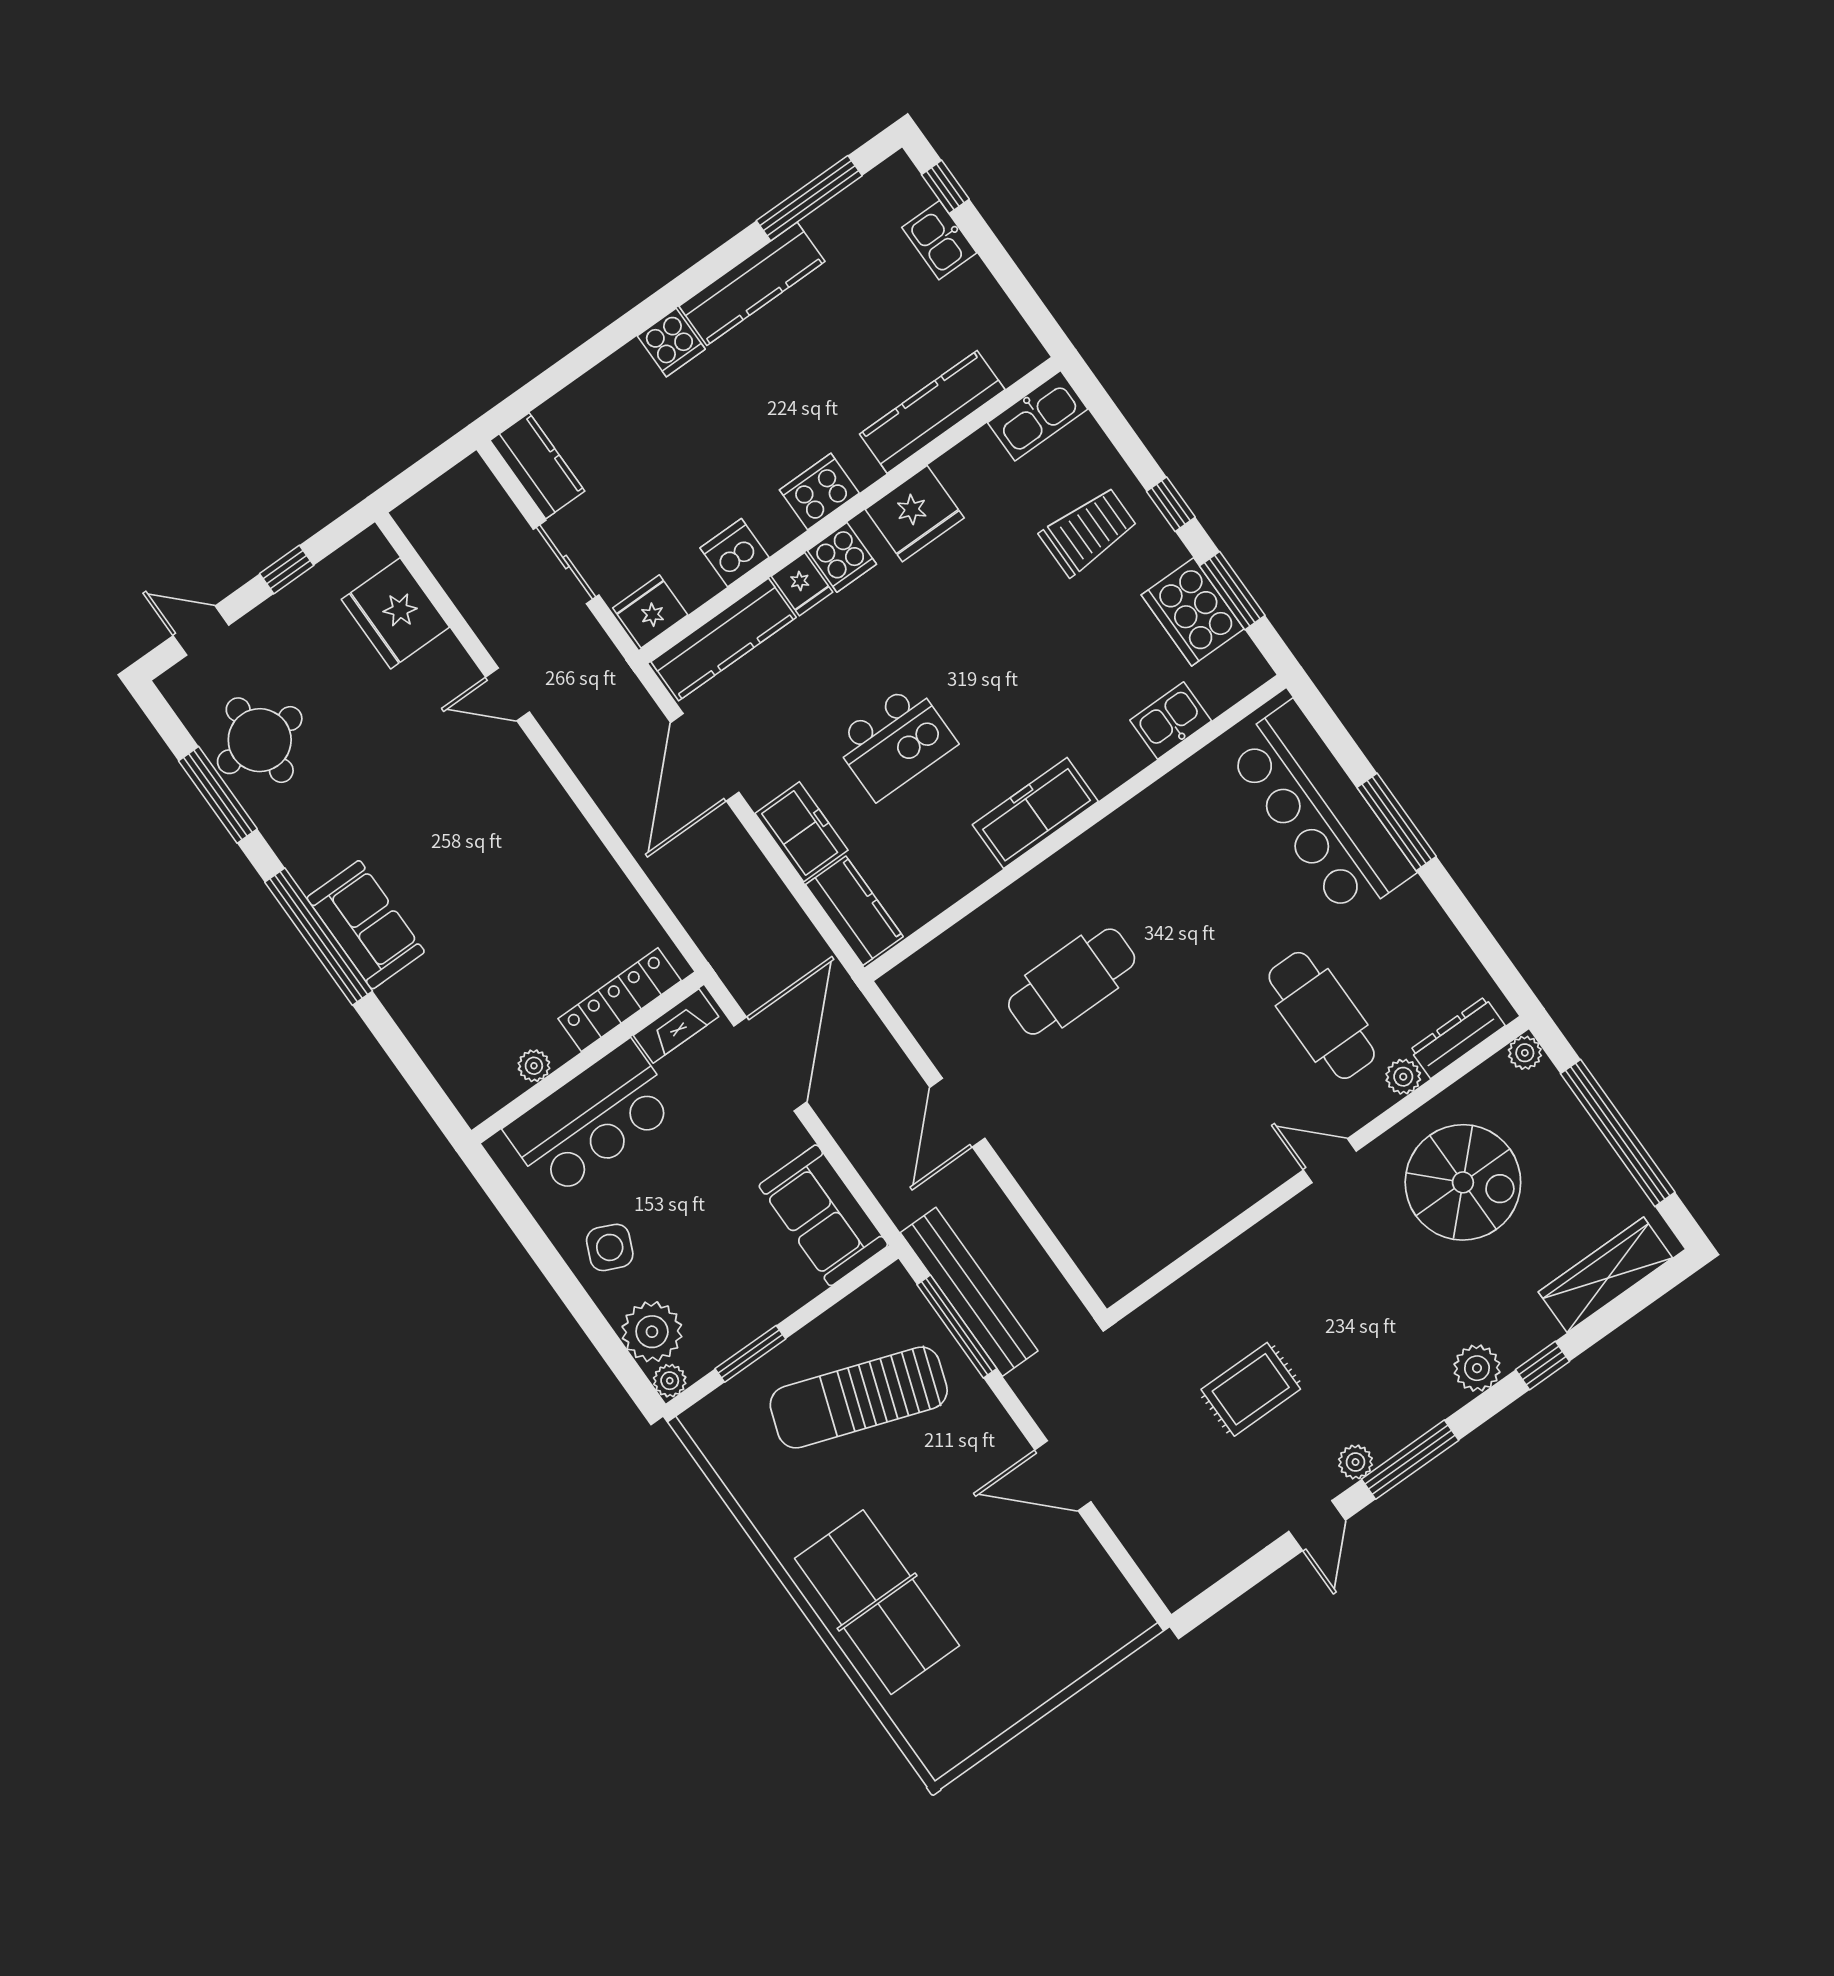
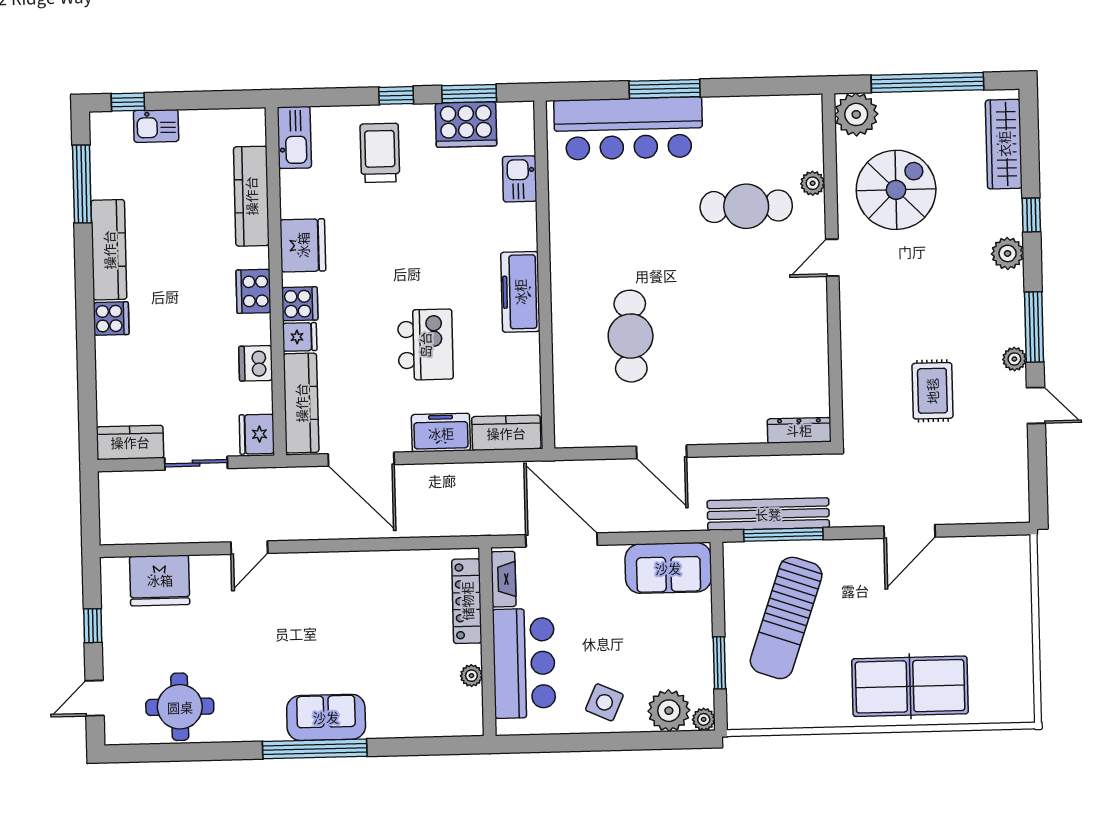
window: (218, 795) -> (195, 752), removed
dresser: (1458, 1038) -> (799, 430), moved, turned 90
plant: (1525, 1053) -> (856, 114), width x1.87, depth x1.87

